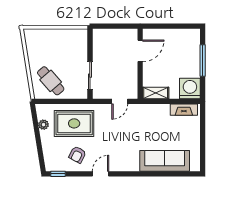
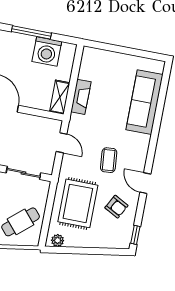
washing machine: (190, 88) -> (47, 51), moved, turned -90
fireplace: (184, 110) -> (81, 97), moved
plant: (43, 125) -> (58, 240), moved
coffee table: (113, 141) -> (109, 160), added

